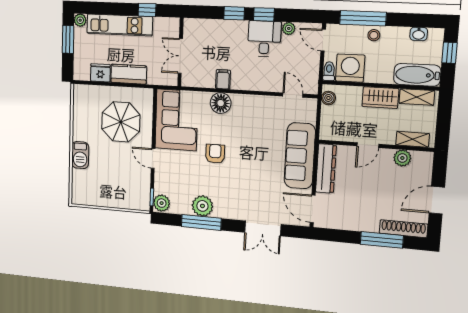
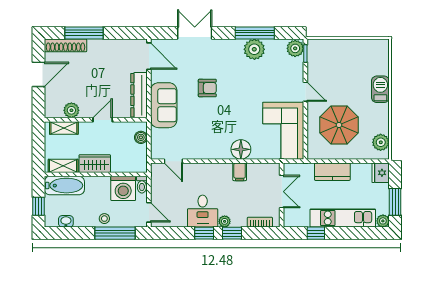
bookcase: (204, 24) -> (260, 222), added
plant: (289, 28) -> (225, 221), moved
fridge: (100, 73) -> (381, 173), moved, turned 90
boiler: (328, 98) -> (141, 137), moved
plant: (81, 102) -> (381, 142), added
armchair: (215, 154) -> (207, 88), moved, turned -90
sofa: (300, 156) -> (164, 105), width x0.73

